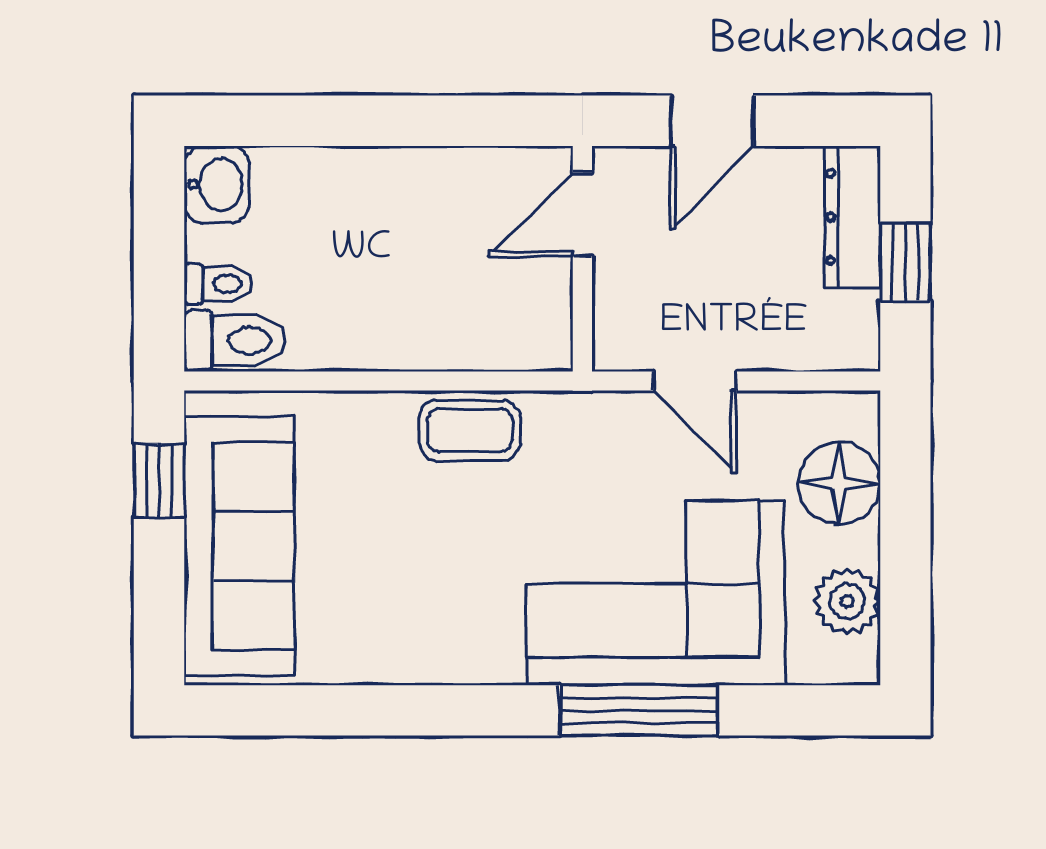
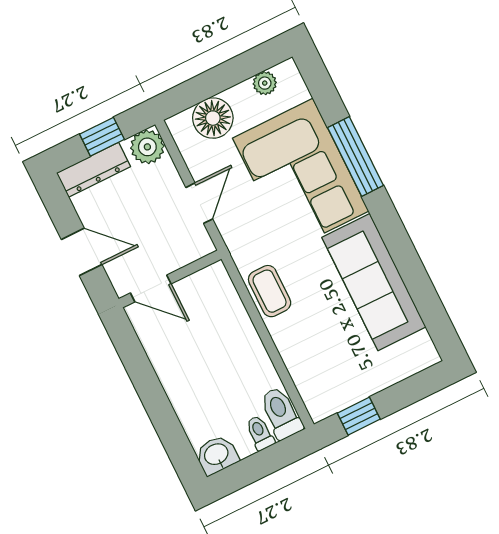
plant: (845, 337) -> (147, 147), added
sofa: (239, 546) -> (374, 282), moved, turned -90
plant: (847, 601) -> (265, 83), width x0.73, depth x0.73

